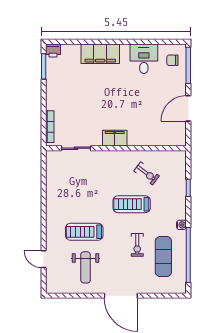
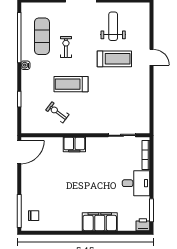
desk: (144, 59) -> (136, 183), moved, turned -90
door: (188, 108) -> (19, 152), moved
filing cabinet: (115, 138) -> (74, 145), moved
treadmill: (132, 204) -> (71, 84), turned 180
door: (44, 259) -> (152, 57), moved

